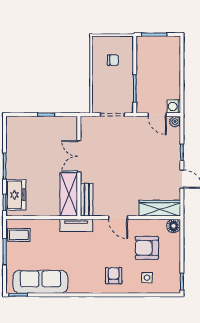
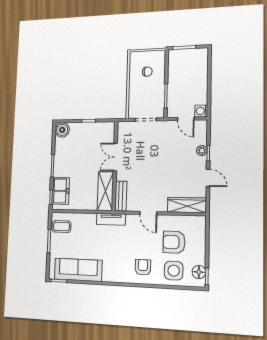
plant: (175, 122) -> (202, 151), moved
boiler: (15, 125) -> (62, 130), added
floor lamp: (174, 226) -> (199, 272), moved
side table: (147, 278) -> (174, 271), width x1.87, depth x1.87

